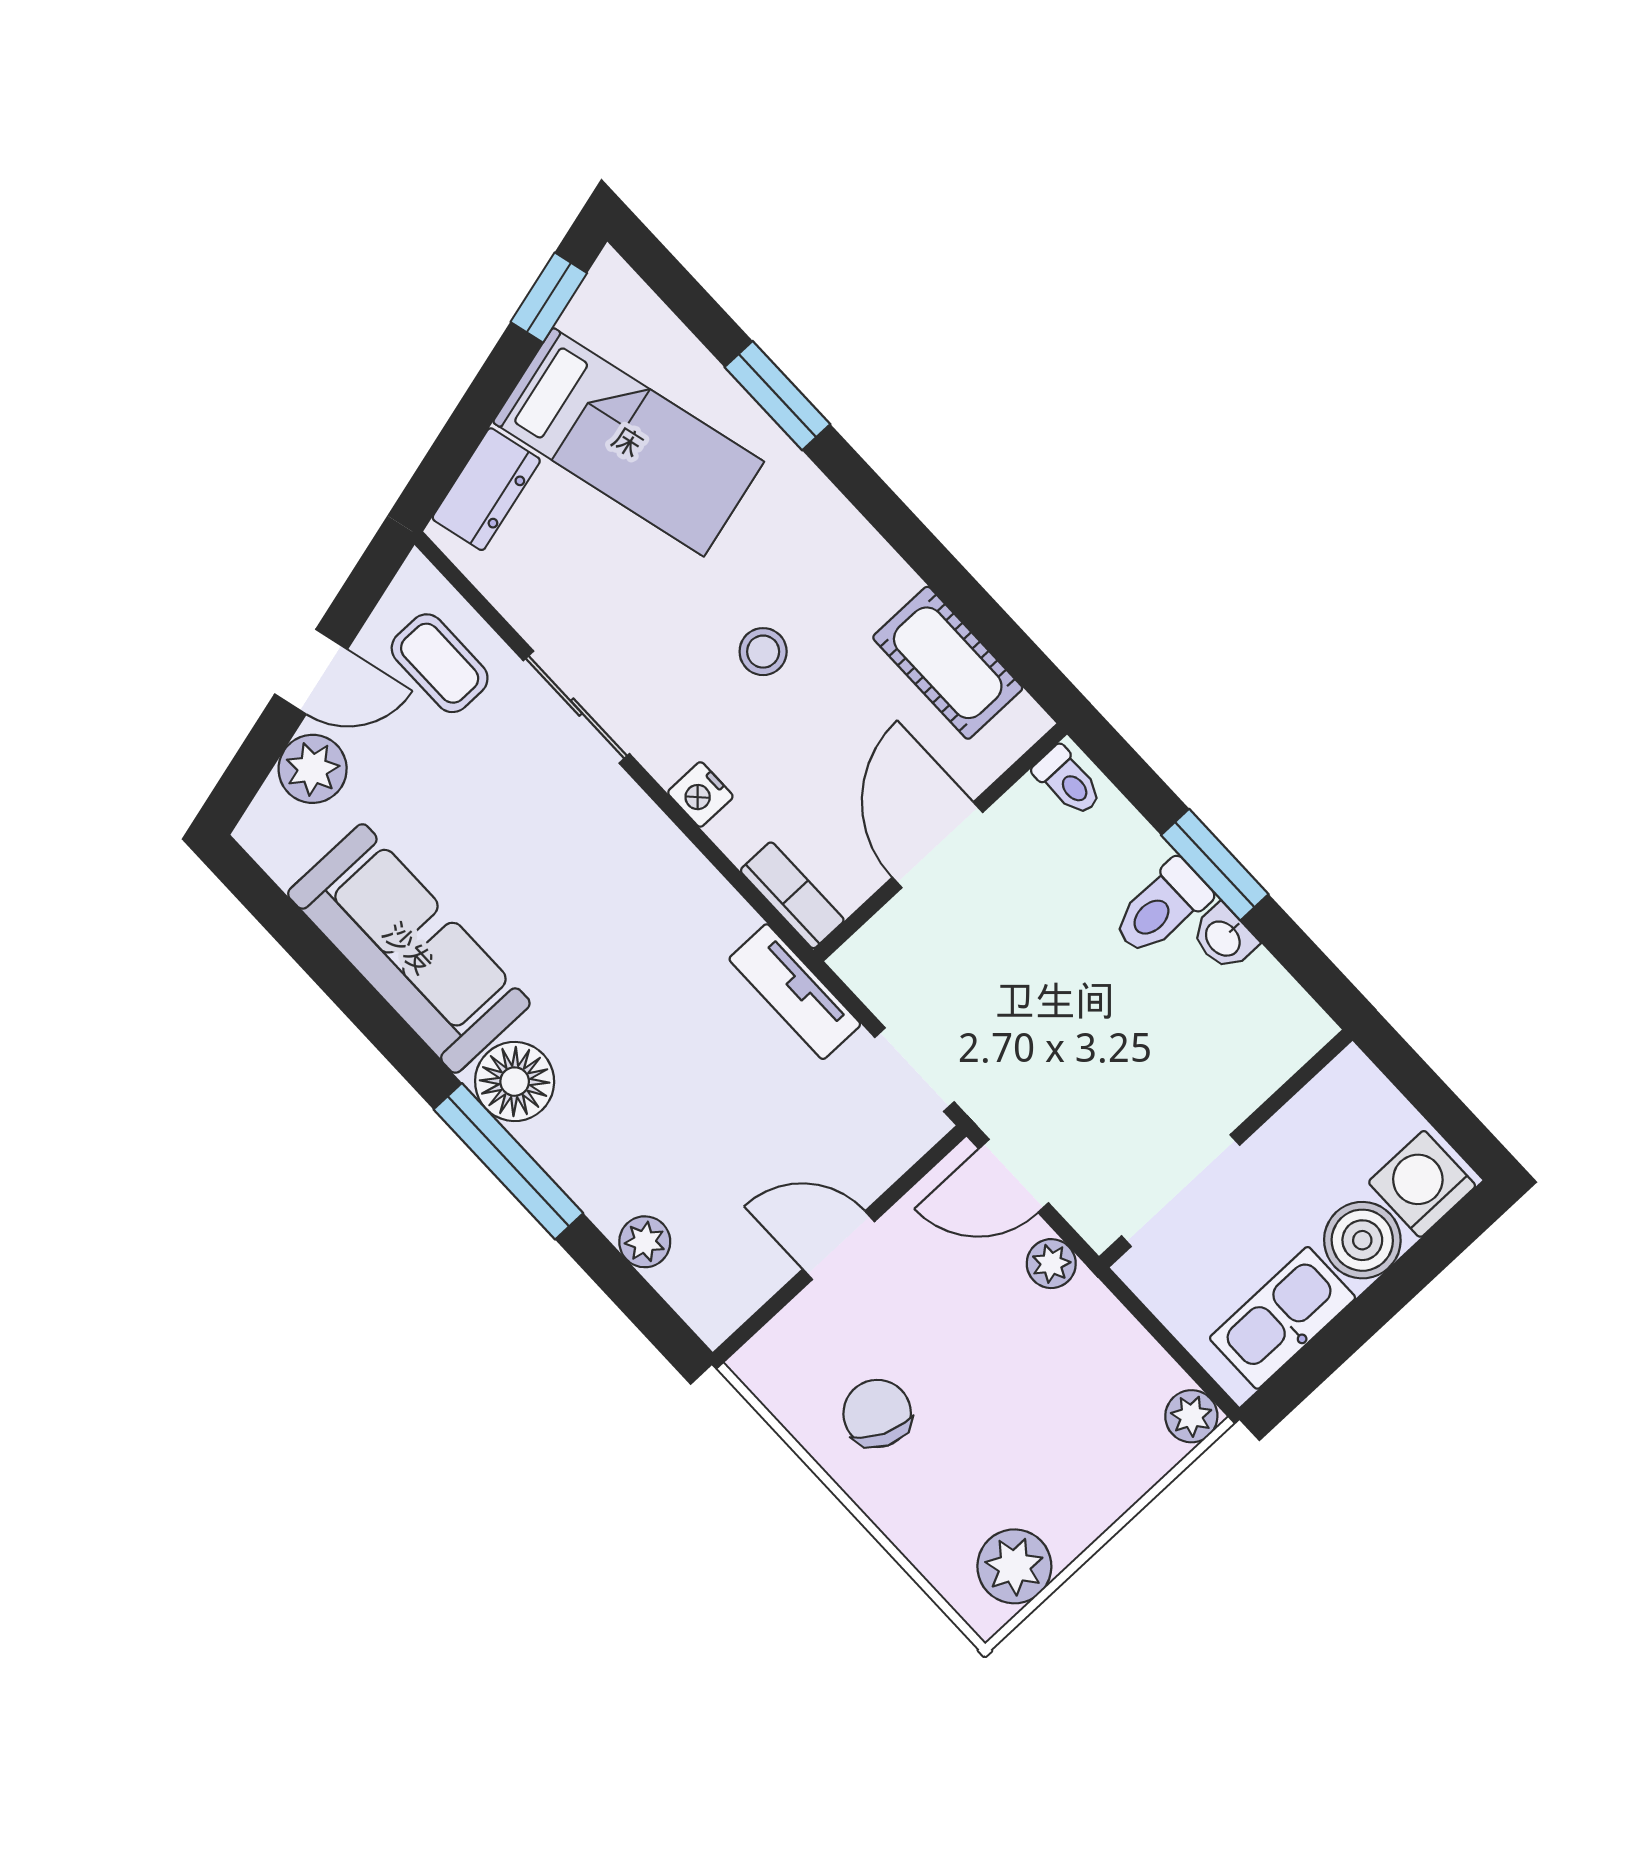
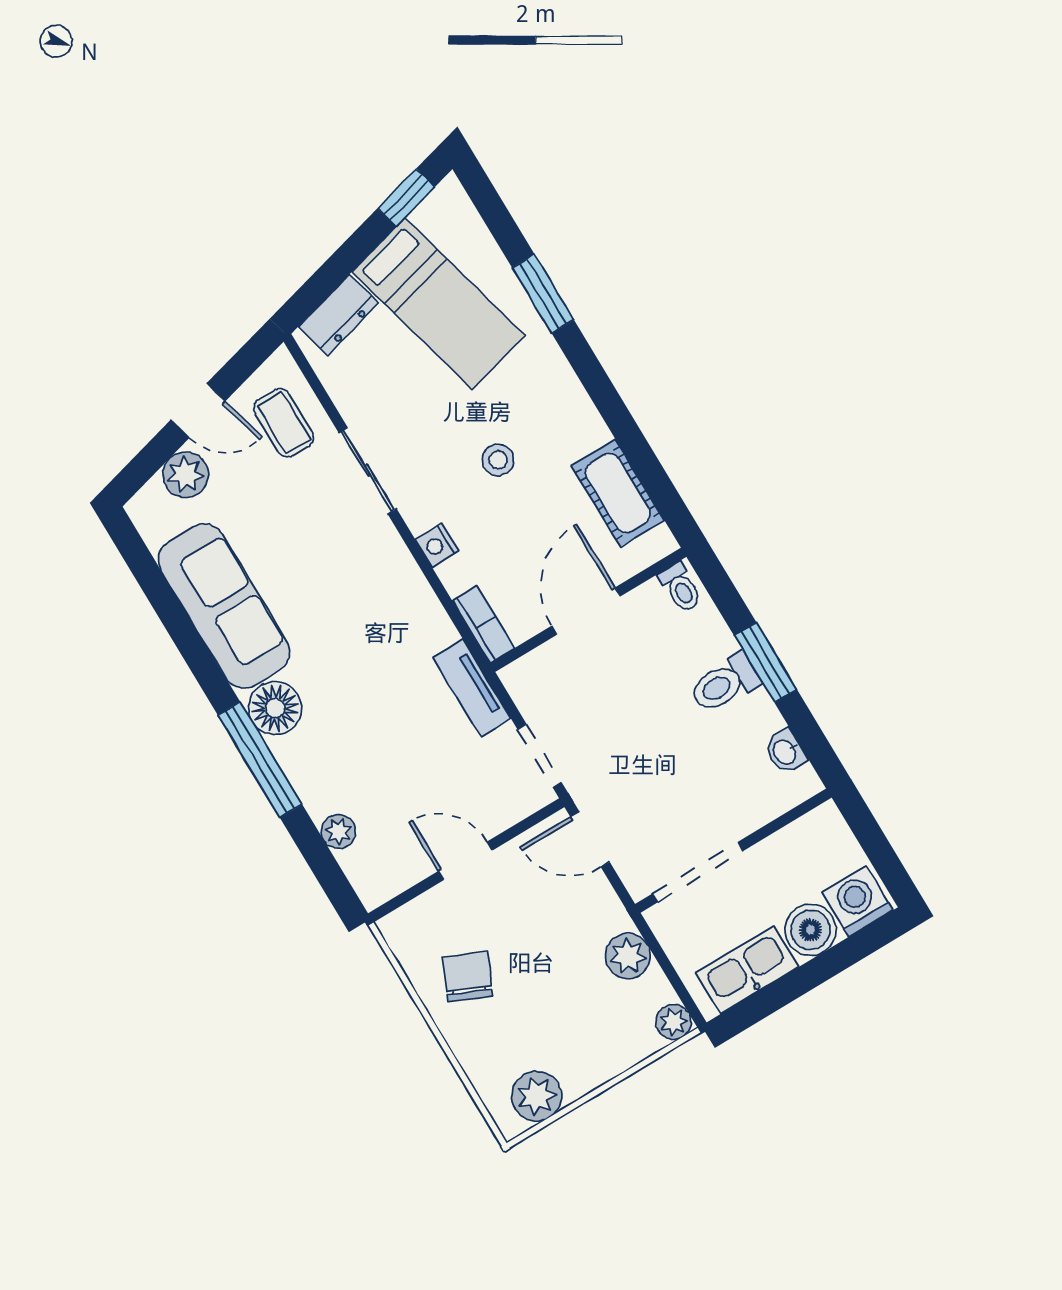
washbasin: (1224, 938) -> (785, 752), moved
plant: (1051, 1264) -> (628, 956), moved, width x1.38, depth x1.38

